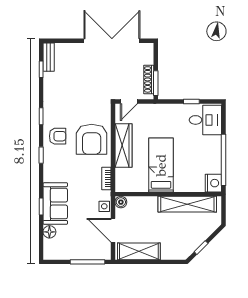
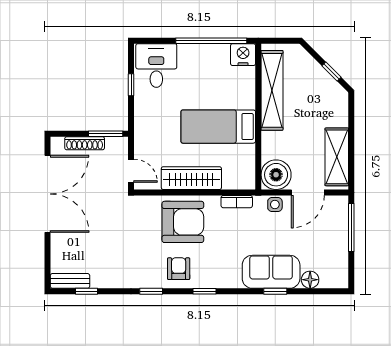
double door: (112, 41) -> (48, 194), swing flipped
shoe rack: (149, 79) -> (85, 143), moved
boiler: (121, 202) -> (276, 175), width x1.86, depth x1.86

